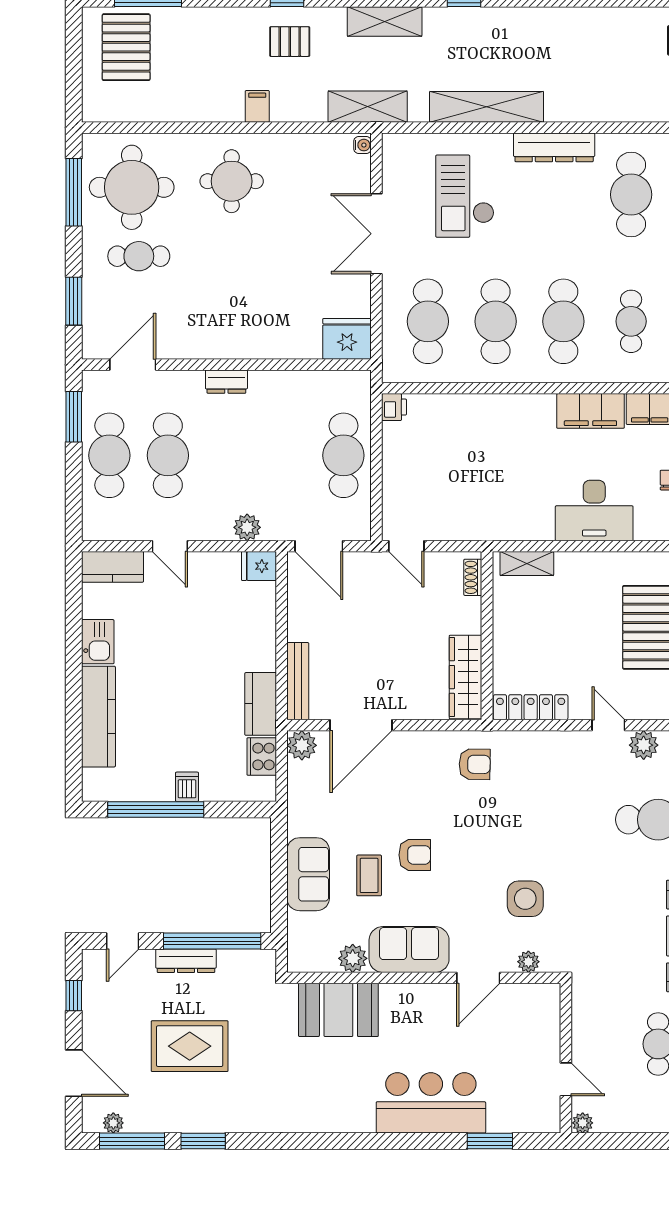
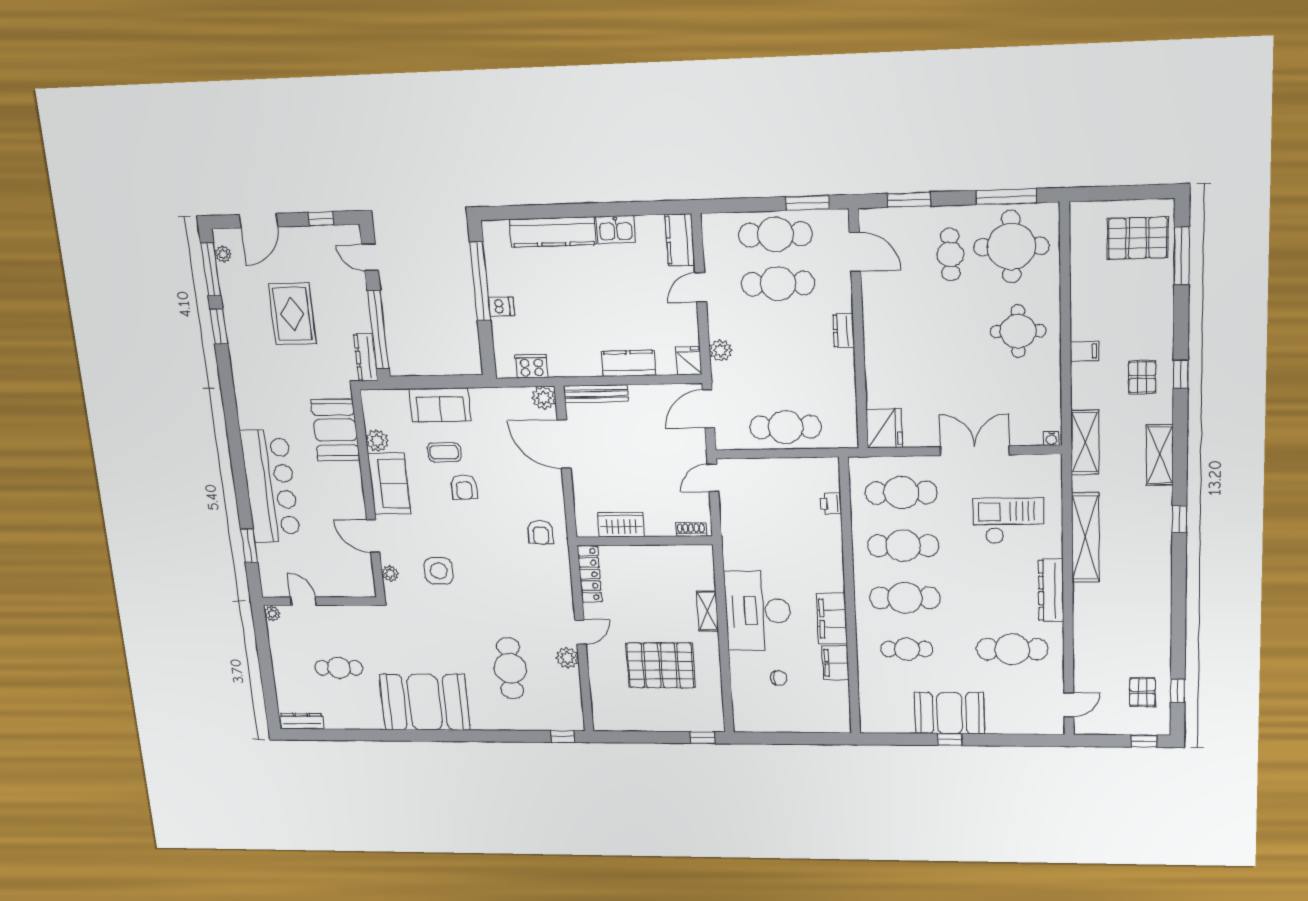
printer: (394, 407) -> (831, 504), moved, turned 90
desk: (594, 510) -> (758, 611), width x1.36, depth x1.30
shelving: (527, 563) -> (708, 611), moved
wardrobe: (466, 677) -> (621, 525), width x0.67
kitchen counter: (261, 704) -> (629, 363), moved
dresser: (186, 961) -> (366, 357), moved
door: (566, 1079) -> (303, 601), swing flipped
bar counter: (431, 1103) -> (270, 487), width x1.36

